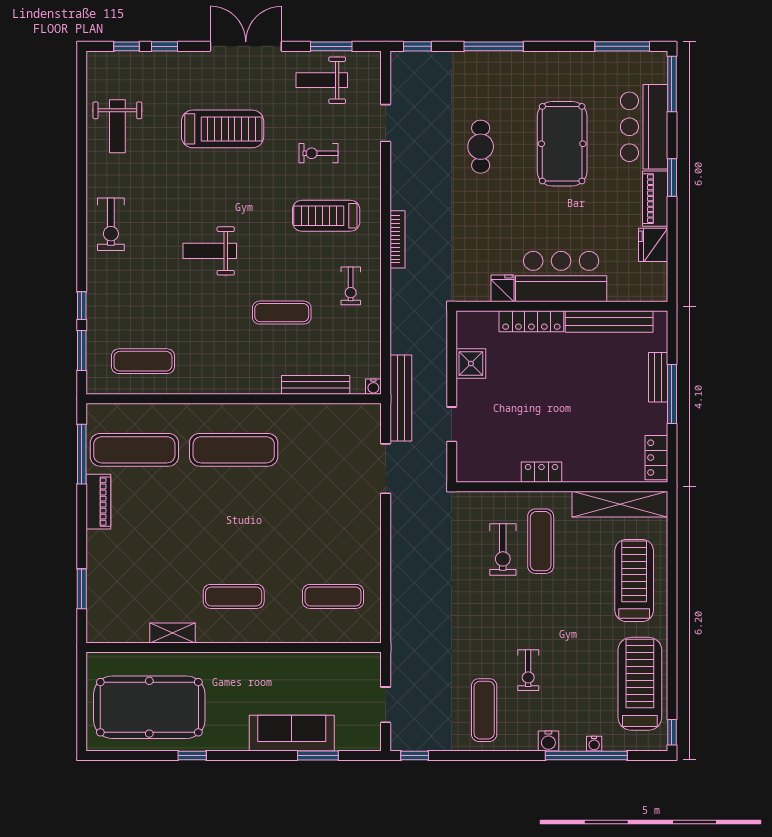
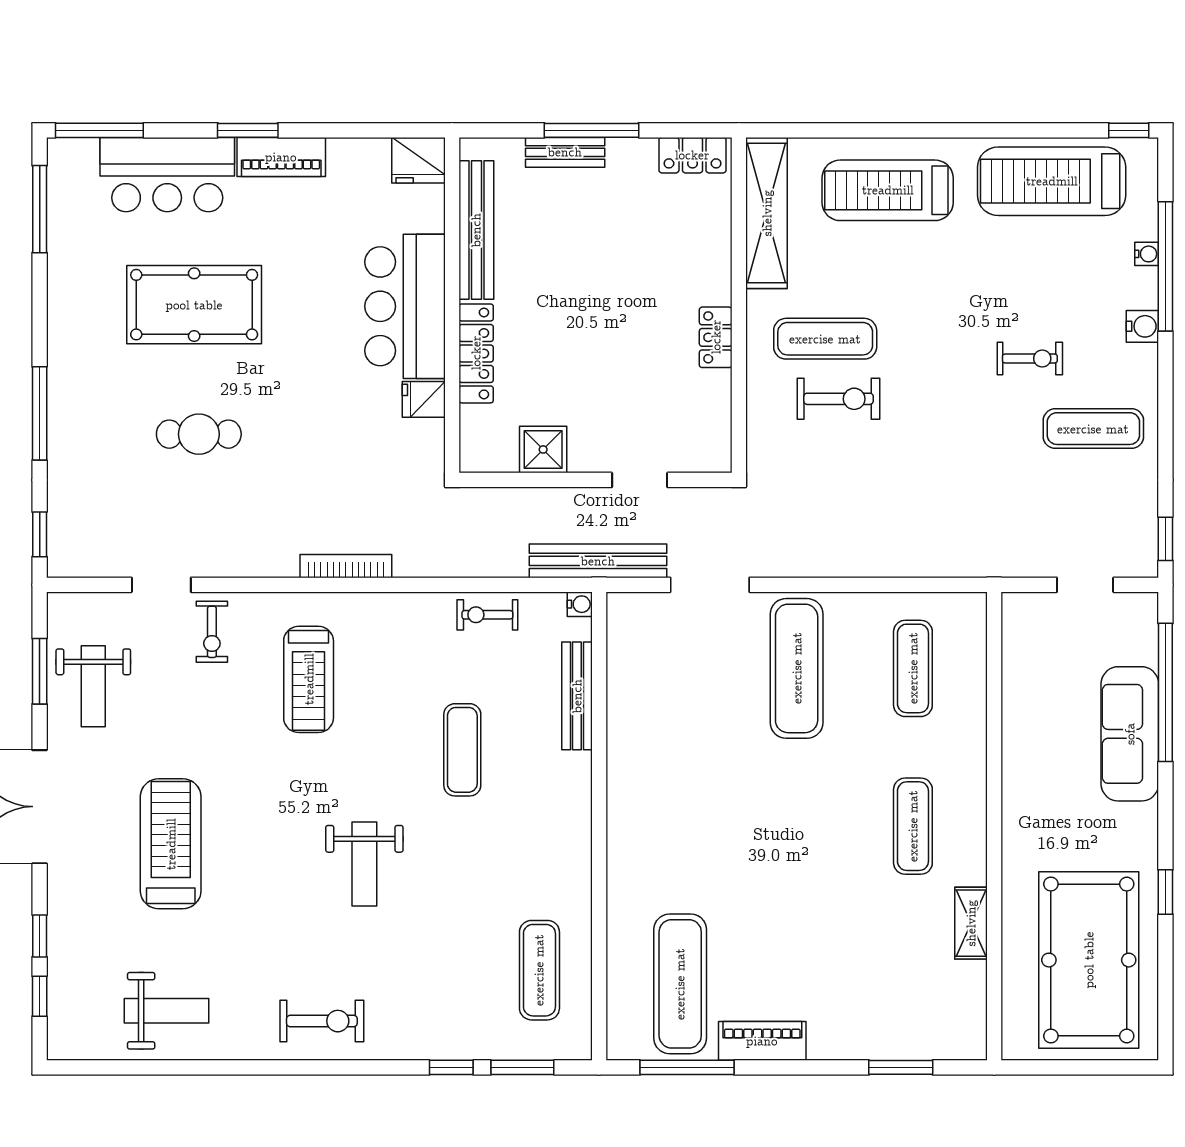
exercise bike: (319, 153) -> (212, 632), moved
fridge: (653, 245) -> (419, 160), moved
exercise bike: (351, 286) -> (487, 615), moved, turned 180
exercise mat: (234, 450) -> (797, 668), moved
window: (318, 756) -> (1165, 692), width x2.11

